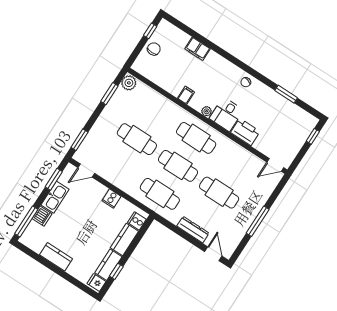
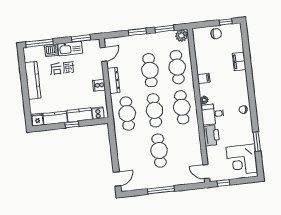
cafe table: (155, 111) -> (177, 67), added
corner desk: (292, 122) -> (242, 160), added
window: (313, 136) -> (223, 183), moved
window: (79, 140) -> (137, 32), moved
door: (86, 170) -> (103, 54), swing flipped
dresser: (193, 230) -> (114, 80), moved
kitchen counter: (56, 257) -> (33, 80), width x1.50
window: (116, 271) -> (72, 125), moved

